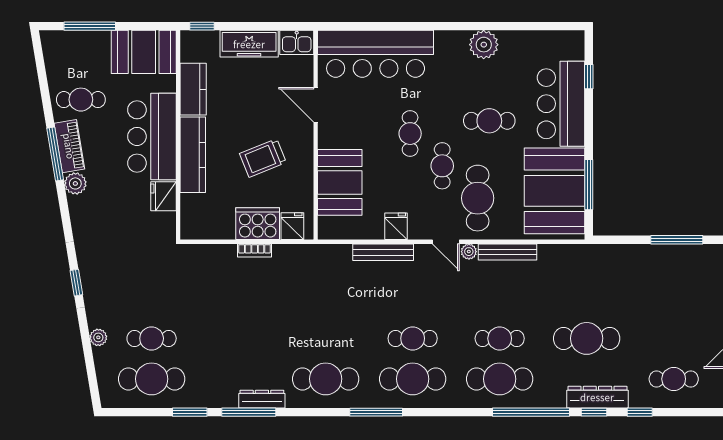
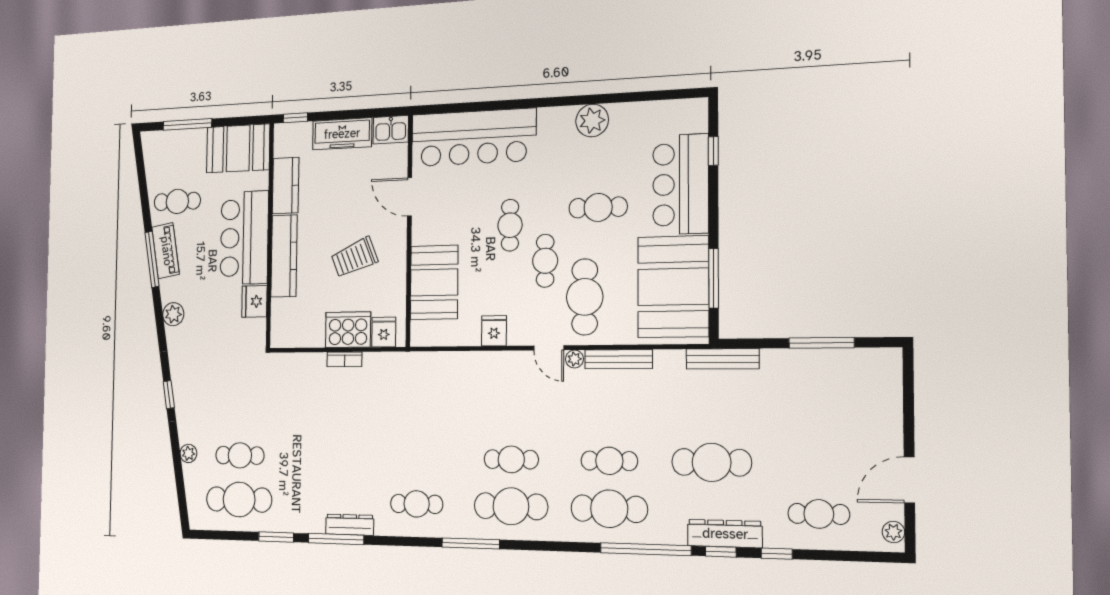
plant: (75, 183) -> (173, 314), moved
bench: (383, 252) -> (723, 359), moved
cafe table: (326, 379) -> (417, 504), width x0.73, depth x0.74

